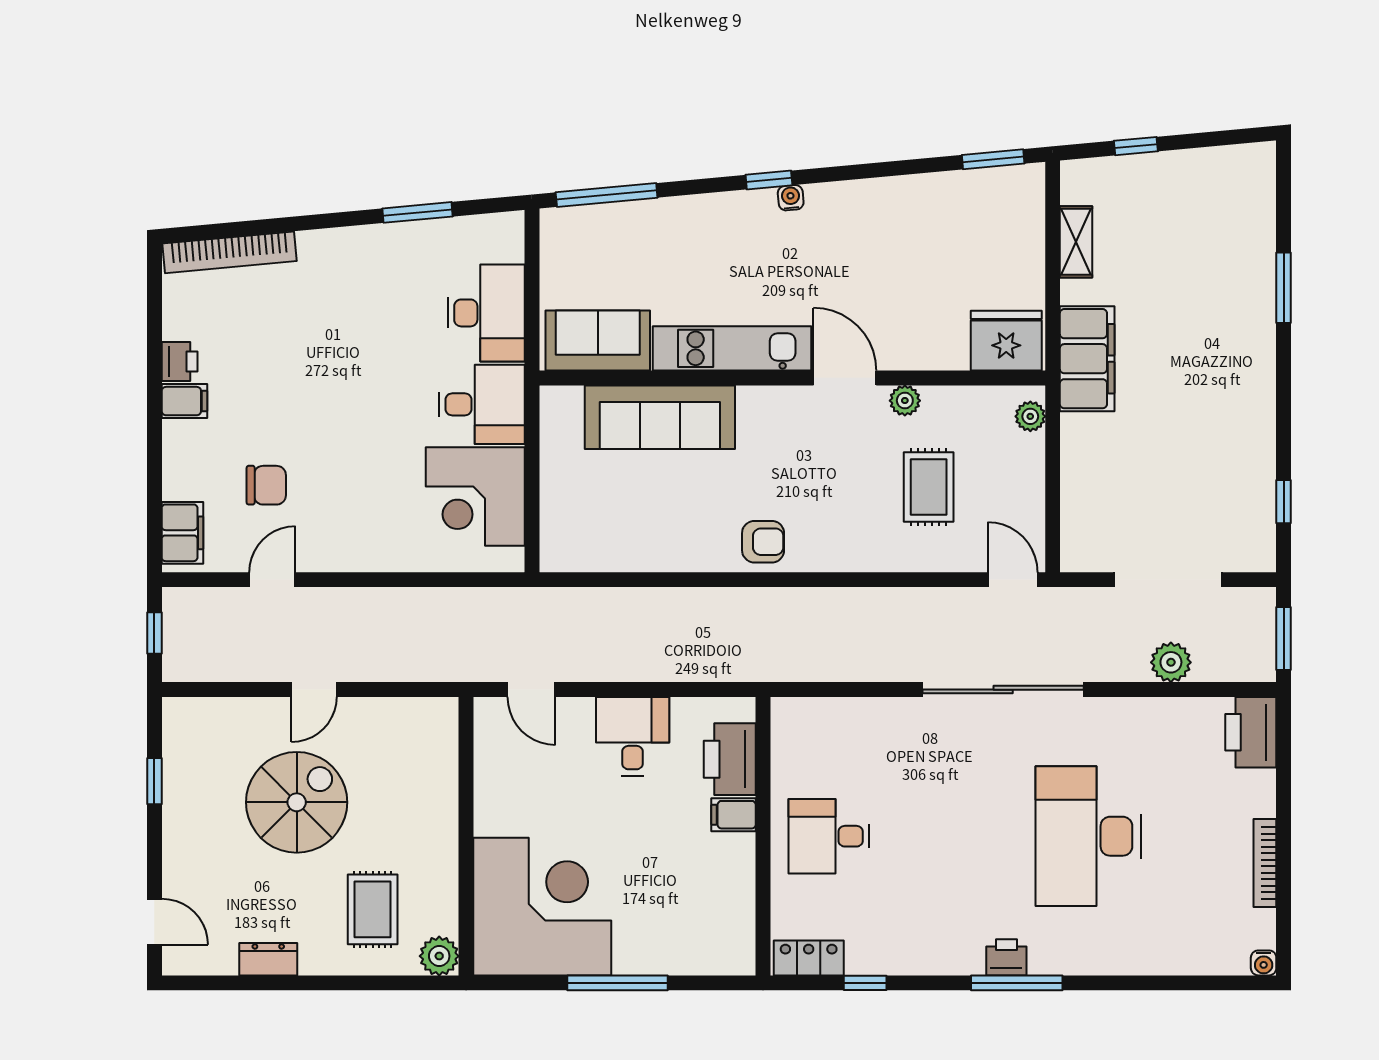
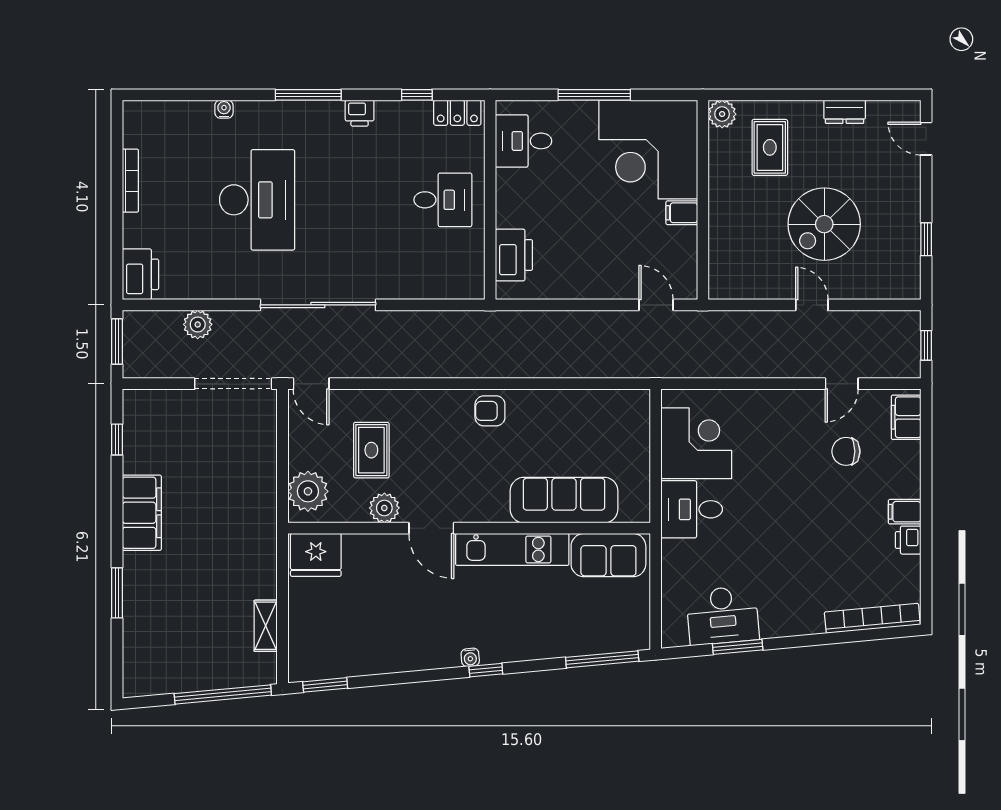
window: (1136, 146) -> (223, 694), width x3.17
desk: (486, 313) -> (723, 615), moved, turned -95
filing cabinet: (1087, 359) -> (142, 513), moved, turned 180
plant: (905, 401) -> (384, 508), width x1.38, depth x1.38
plant: (1030, 416) -> (308, 491), width x1.87, depth x1.87
doorway: (1168, 580) -> (233, 384), moved
door: (314, 690) -> (812, 305), hinge flipped
desk: (633, 736) -> (524, 141), moved, turned 90
filing cabinet: (734, 815) -> (682, 213), moved, turned 180
printer: (1006, 957) -> (360, 113), moved
water cooler: (1264, 963) -> (224, 109), moved

